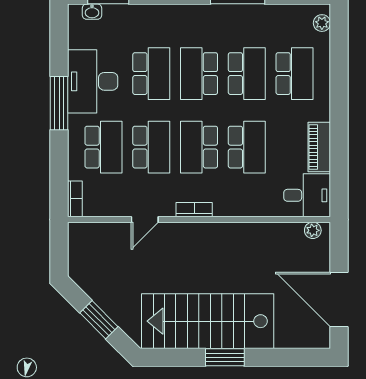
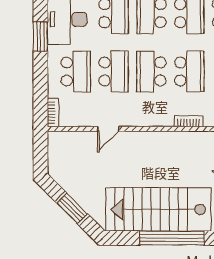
window: (59, 103) -> (40, 37), width x0.69
bookcase: (194, 210) -> (189, 121), moved
window: (225, 357) -> (172, 238), width x2.11

